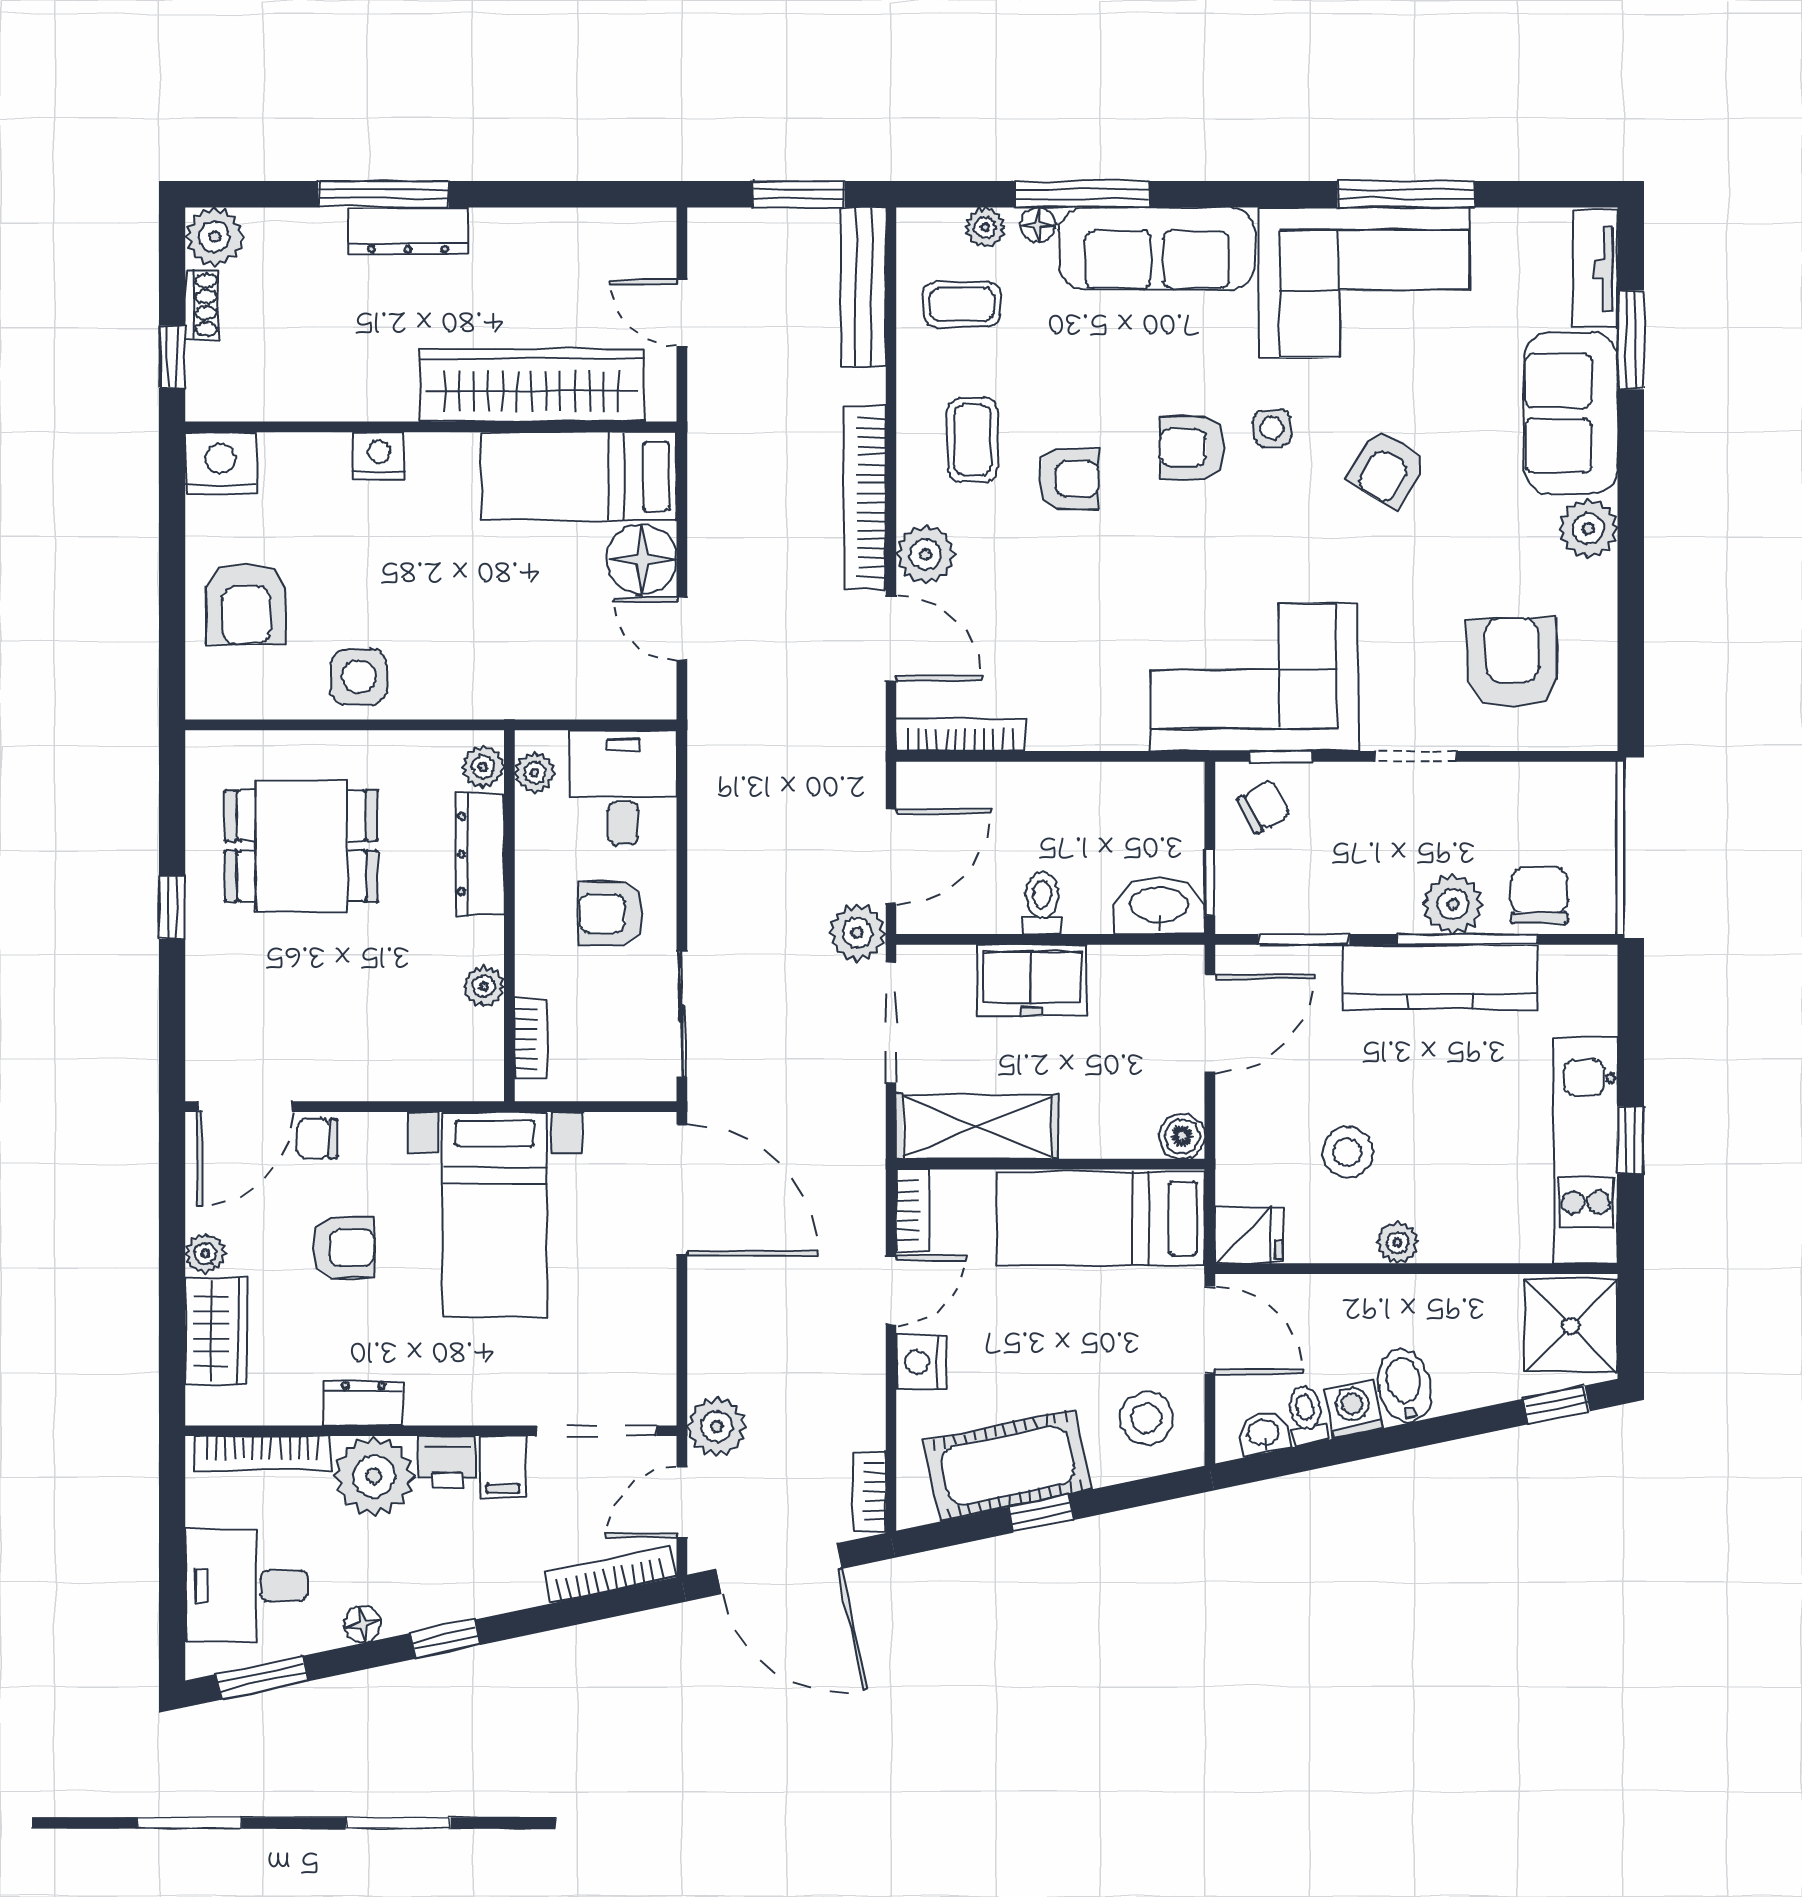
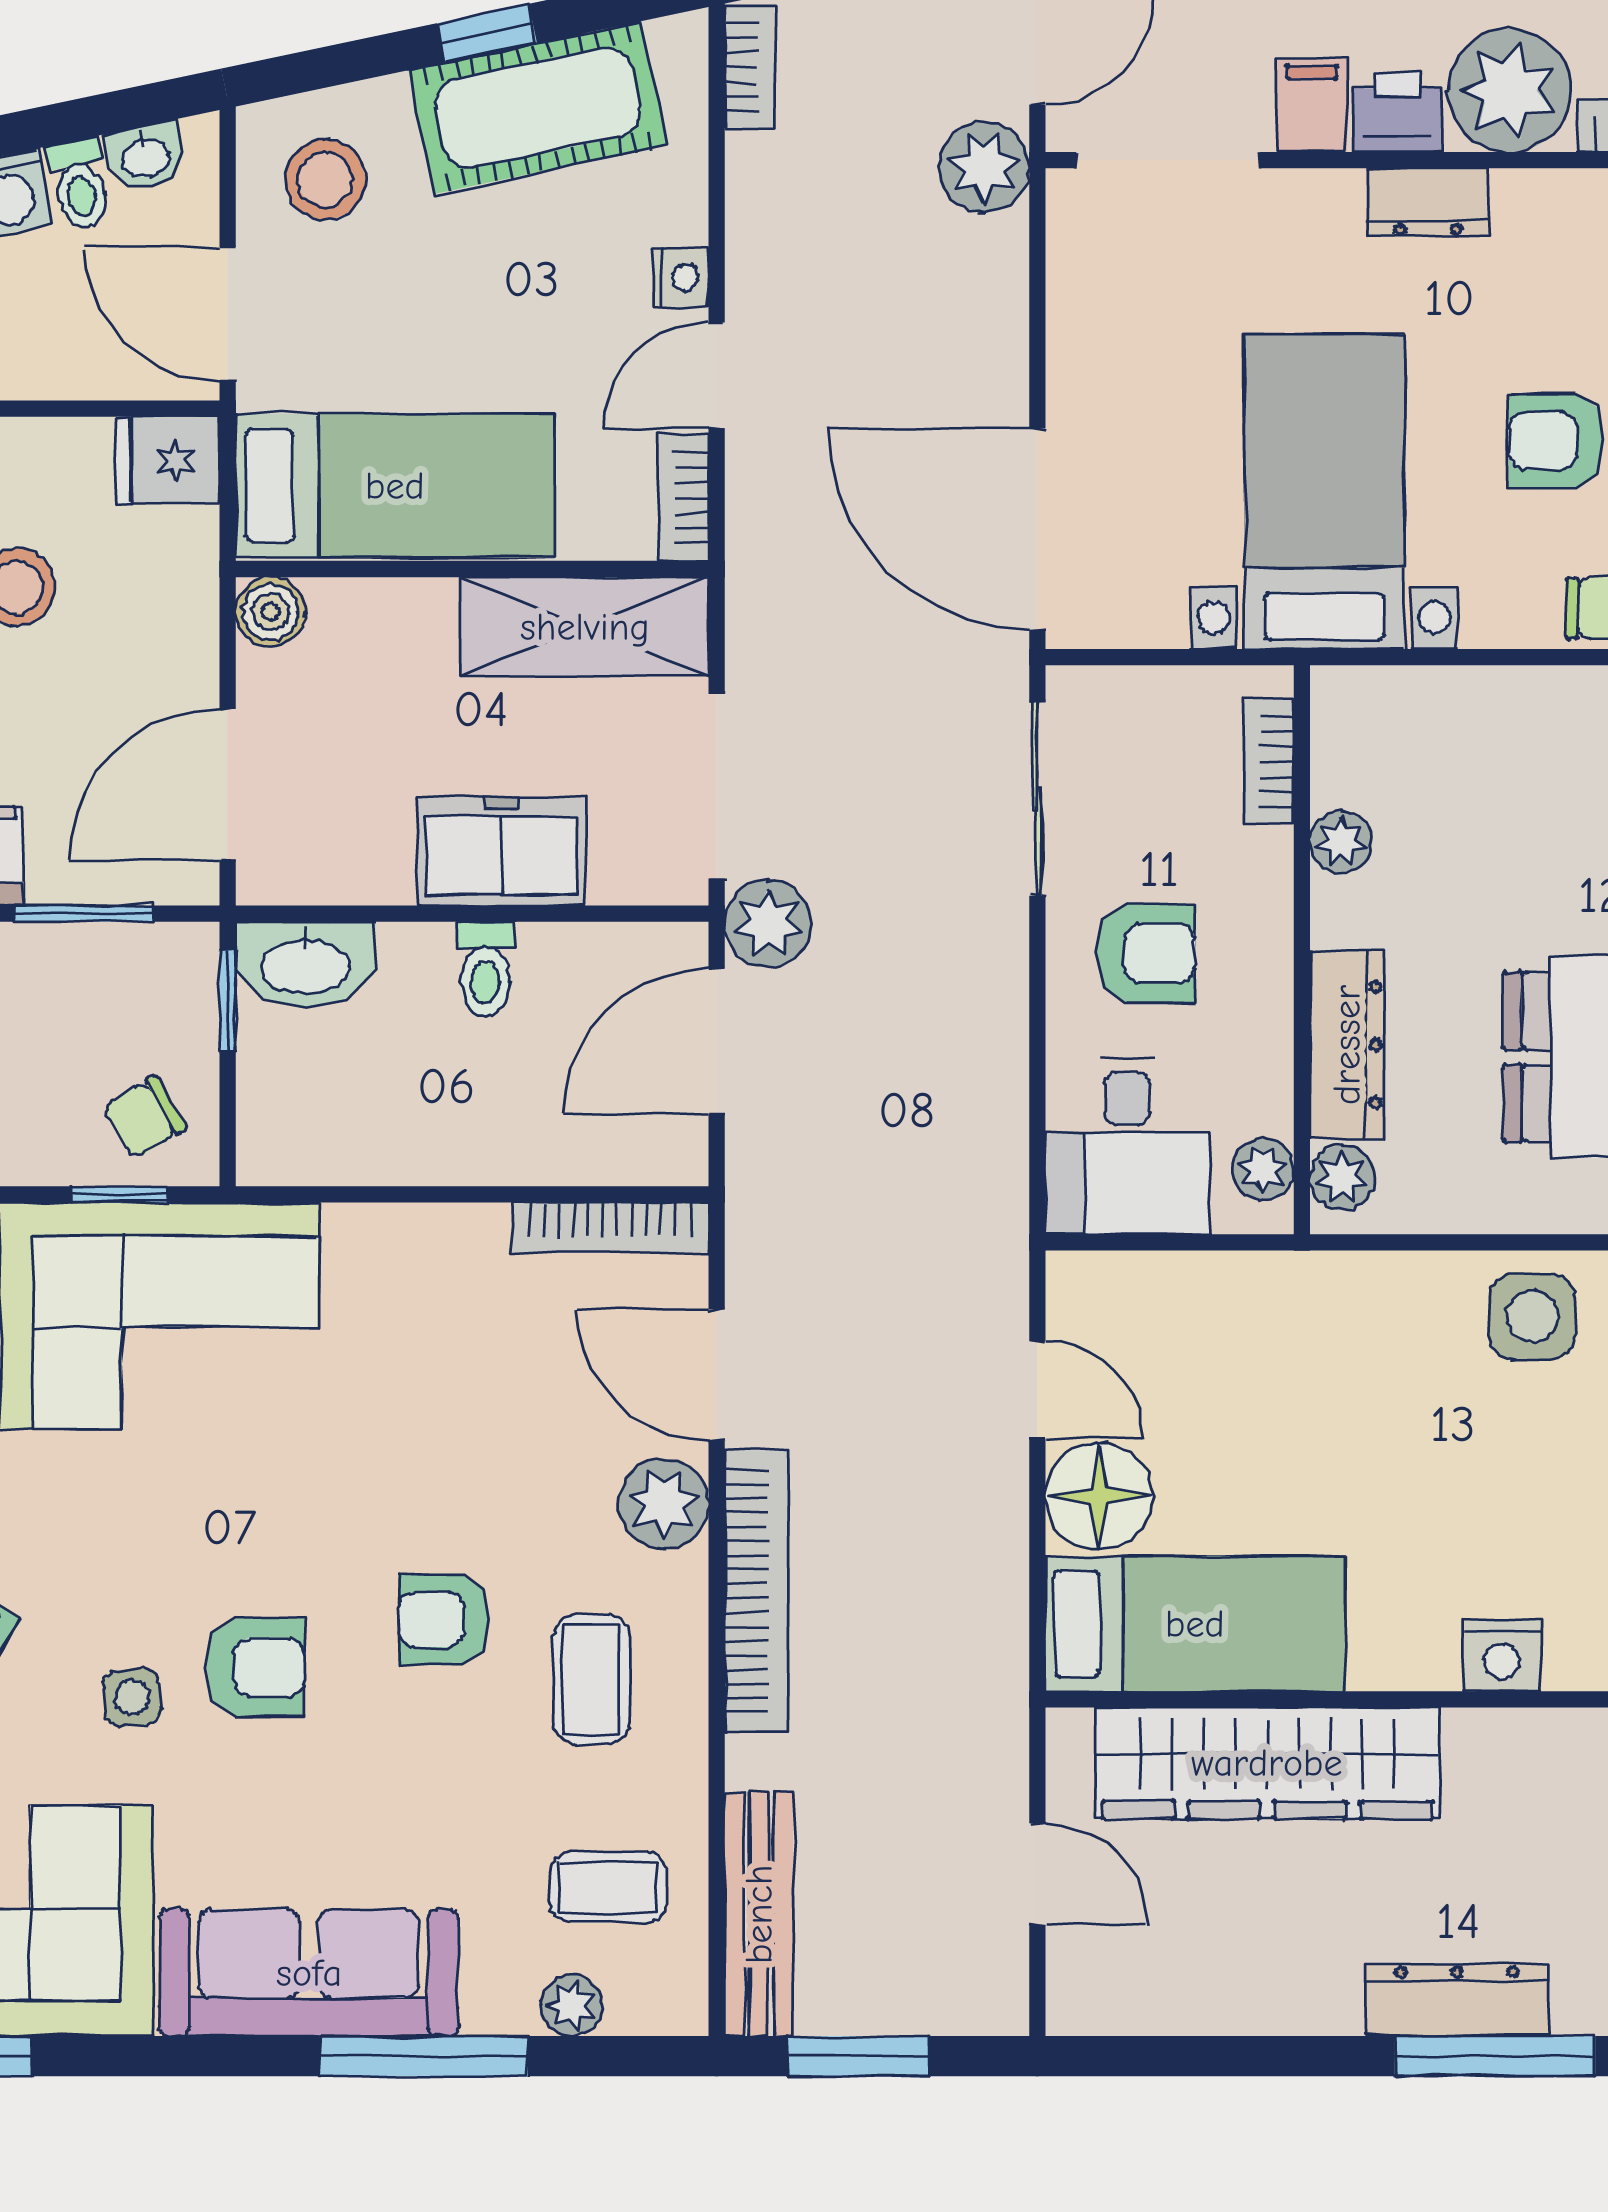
floor lamp: (1038, 225) -> (491, 2009), removed
nightstand: (921, 1362) -> (681, 277), width x0.72, depth x0.74
dresser: (364, 1403) -> (1428, 202), moved

